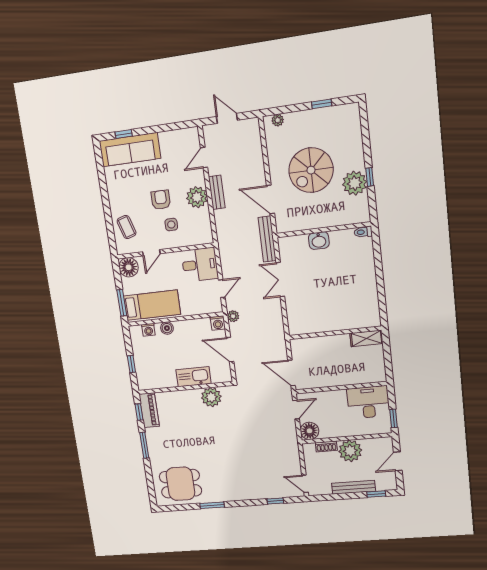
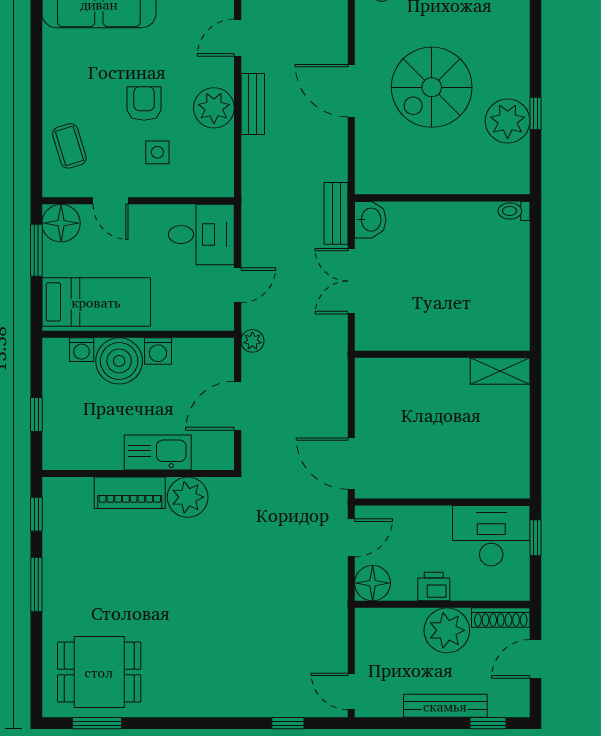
door: (271, 199) -> (351, 91), moved
bench: (267, 239) -> (336, 213), width x0.73
washbasin: (319, 241) -> (370, 220), moved, turned -90
door: (151, 253) -> (111, 201), hinge flipped
window: (122, 303) -> (36, 250), moved
washing machine: (218, 323) -> (158, 351), moved
boiler: (167, 328) -> (119, 361), width x1.86, depth x1.86
wall: (335, 333) -> (442, 354), moved
shelving: (366, 338) -> (500, 371), moved
door: (230, 350) -> (238, 406), hinge flipped
piano: (149, 410) -> (130, 493), moved, turned 90
window: (394, 418) -> (535, 538), moved
printer: (341, 430) -> (434, 587), added
shoe rack: (326, 446) -> (501, 618), moved, width x1.43
window: (212, 505) -> (97, 723), moved

